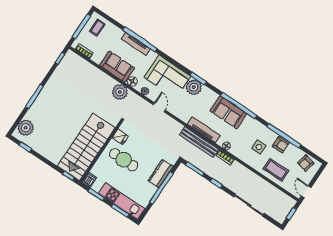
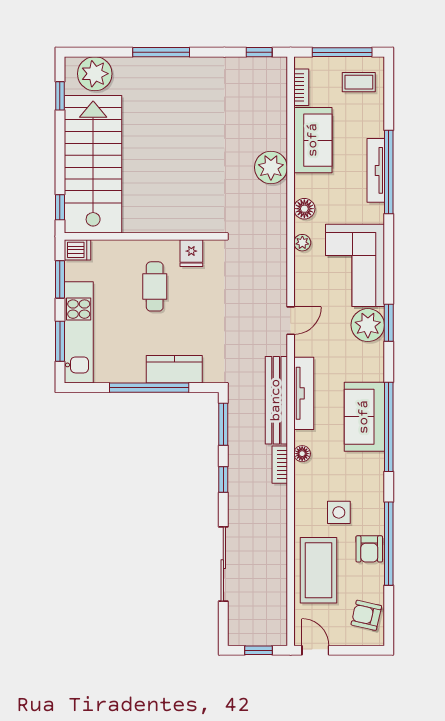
sofa: (117, 67) -> (313, 140), moved
plant: (120, 92) -> (271, 167), moved
door: (159, 107) -> (291, 321), moved
stairs: (86, 147) -> (93, 164), moved, turned 90
cafe table: (124, 160) -> (155, 286), width x0.73, depth x0.74
coffee table: (276, 170) -> (318, 570), width x1.36, depth x1.32
door: (306, 192) -> (315, 650), hinge flipped

